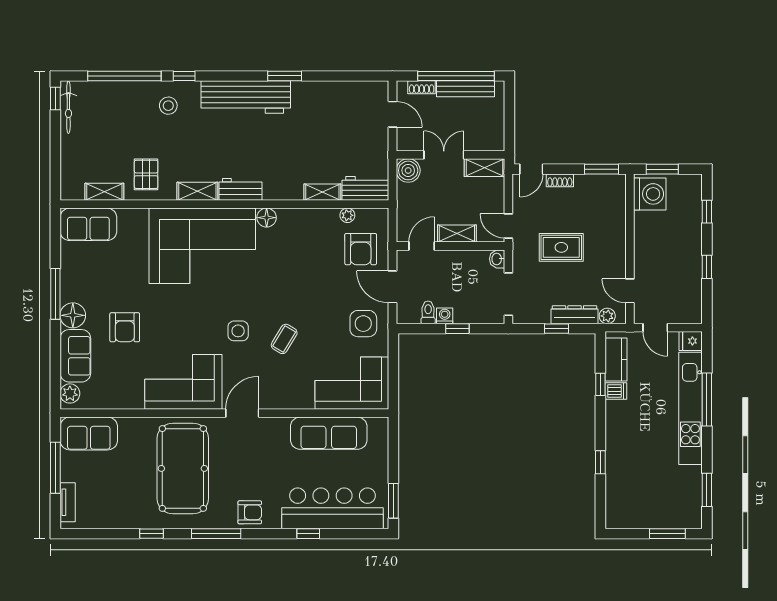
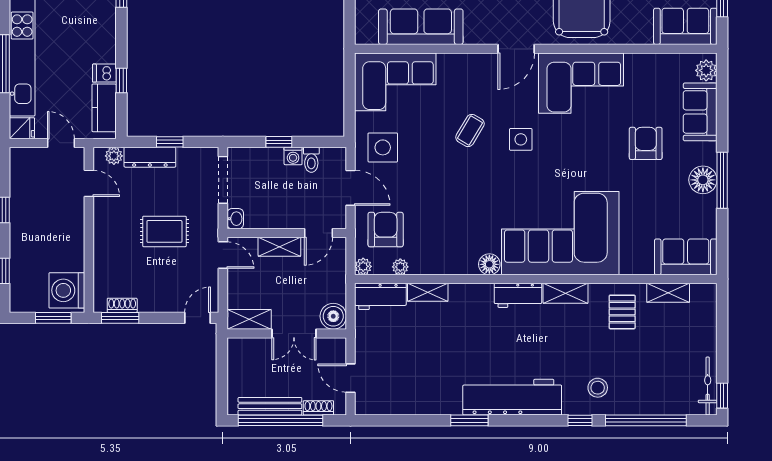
shoe rack: (560, 180) -> (122, 305), moved
plant: (381, 216) -> (363, 266), added
floor lamp: (73, 315) -> (703, 180), moved

